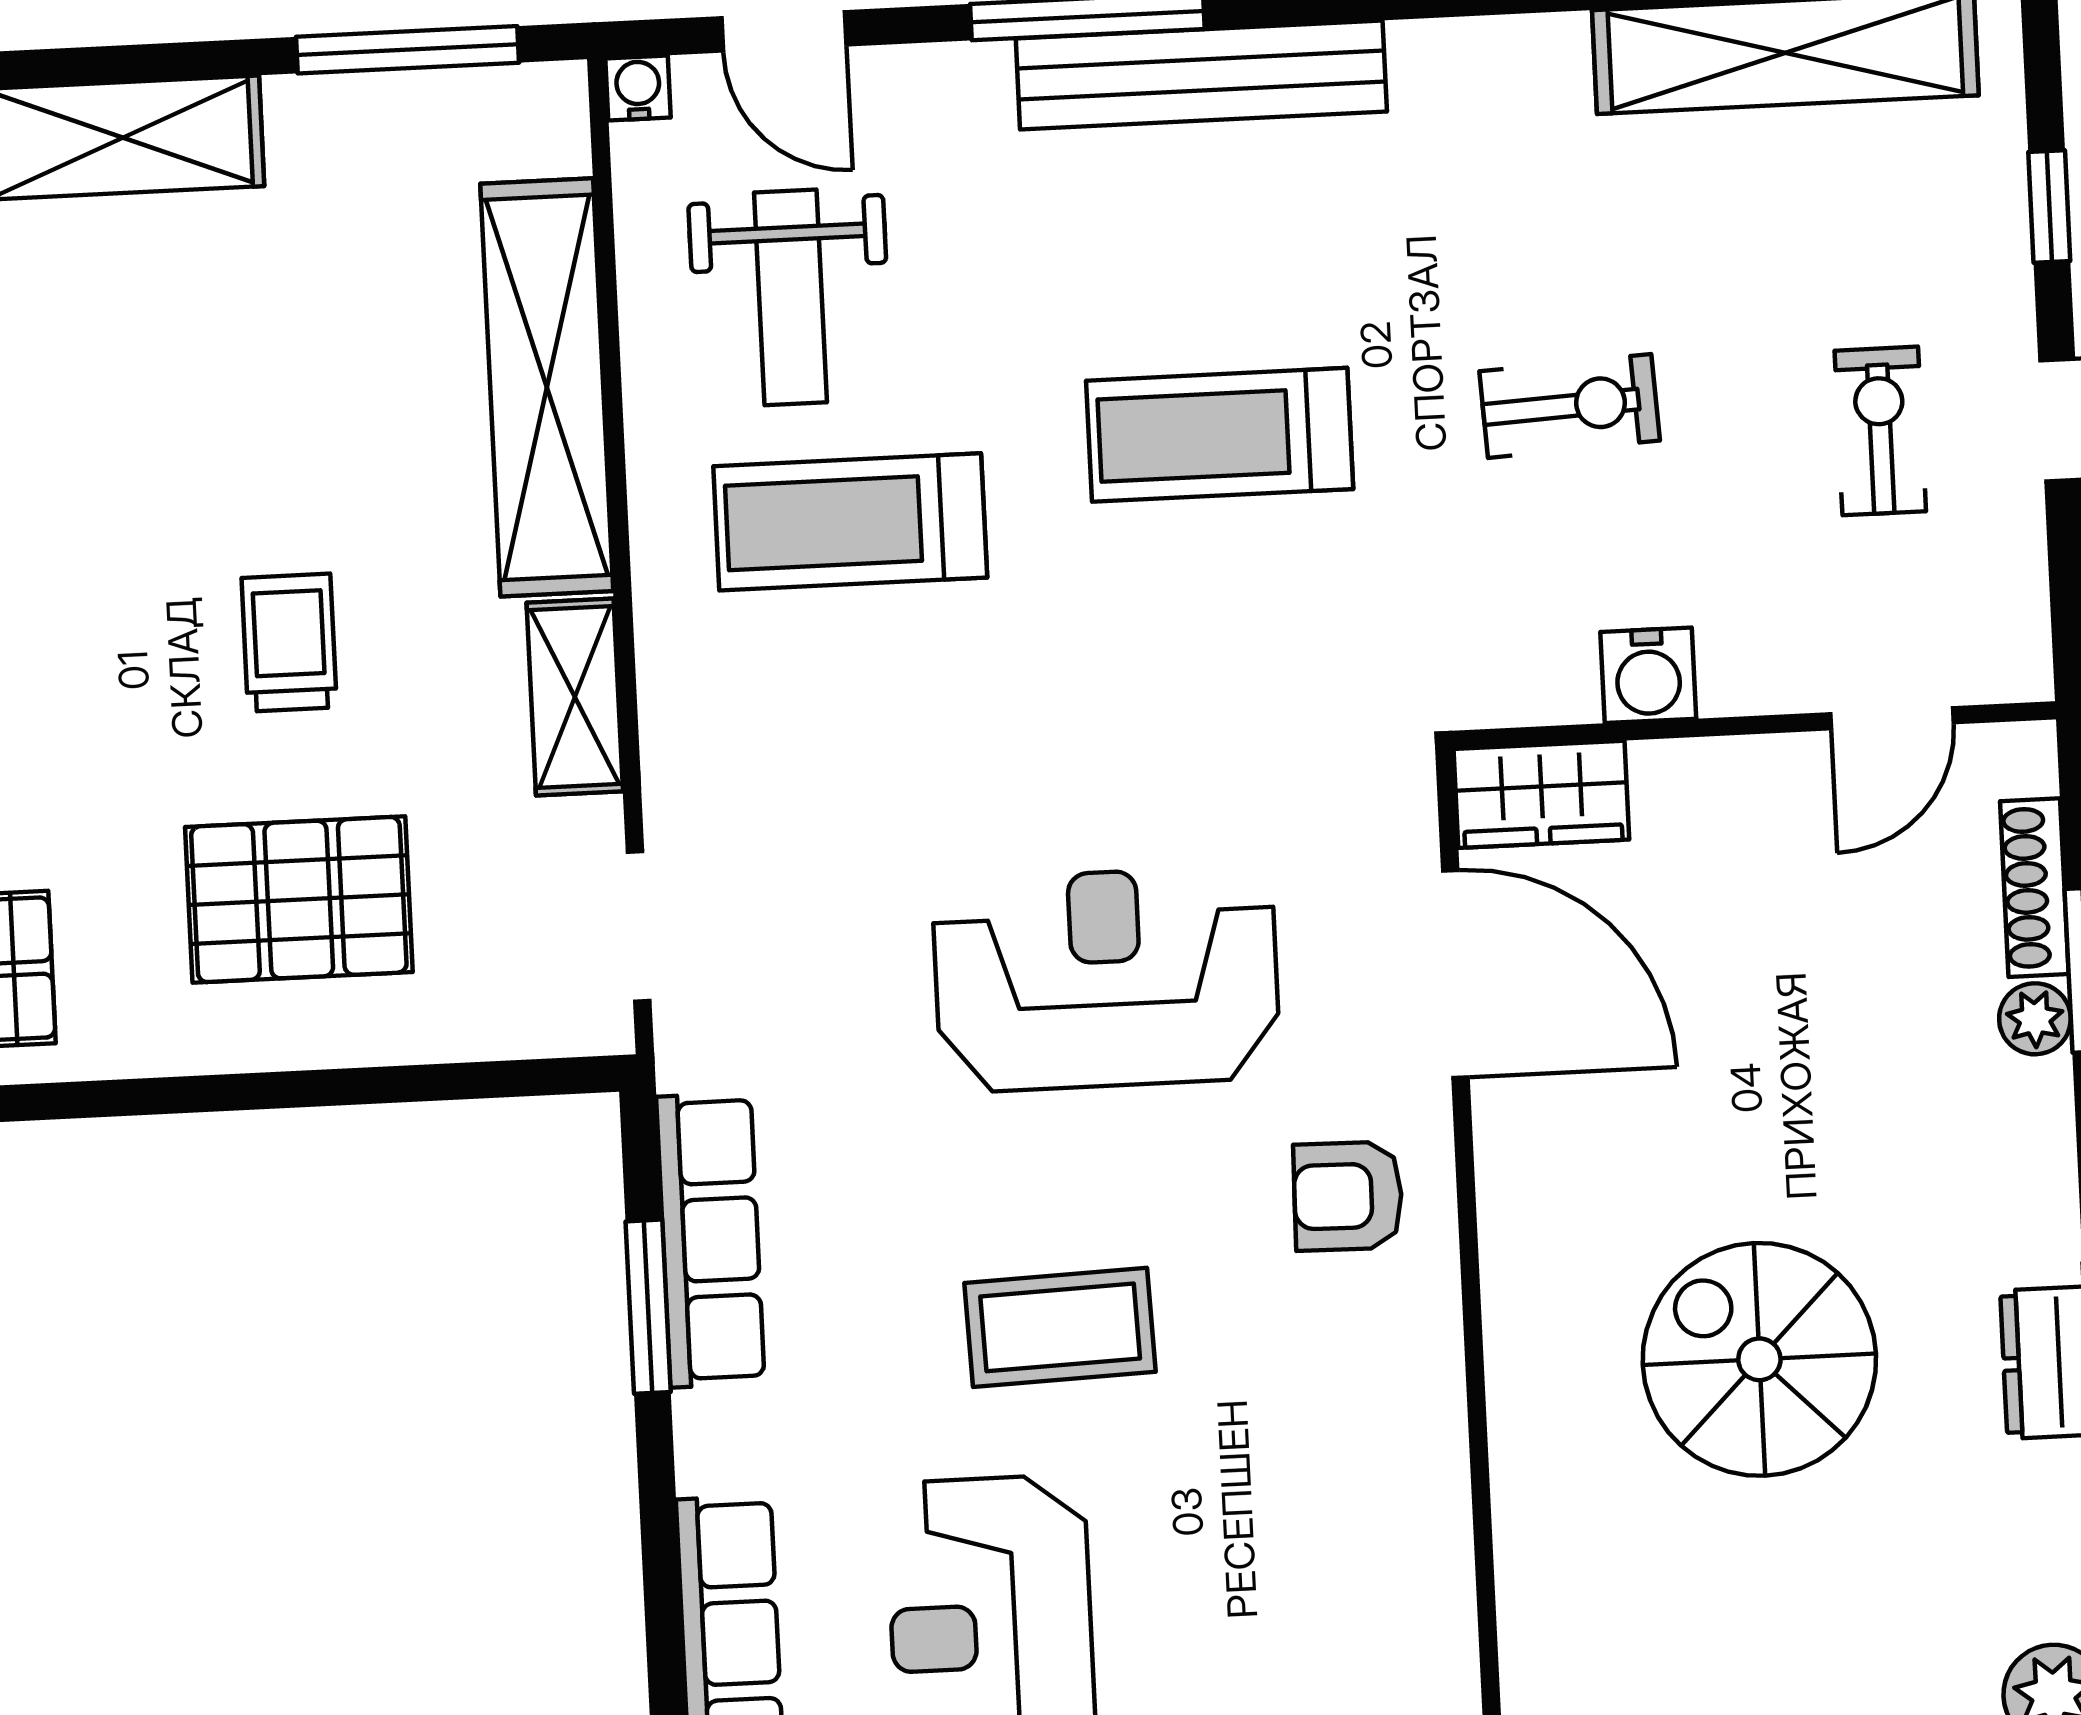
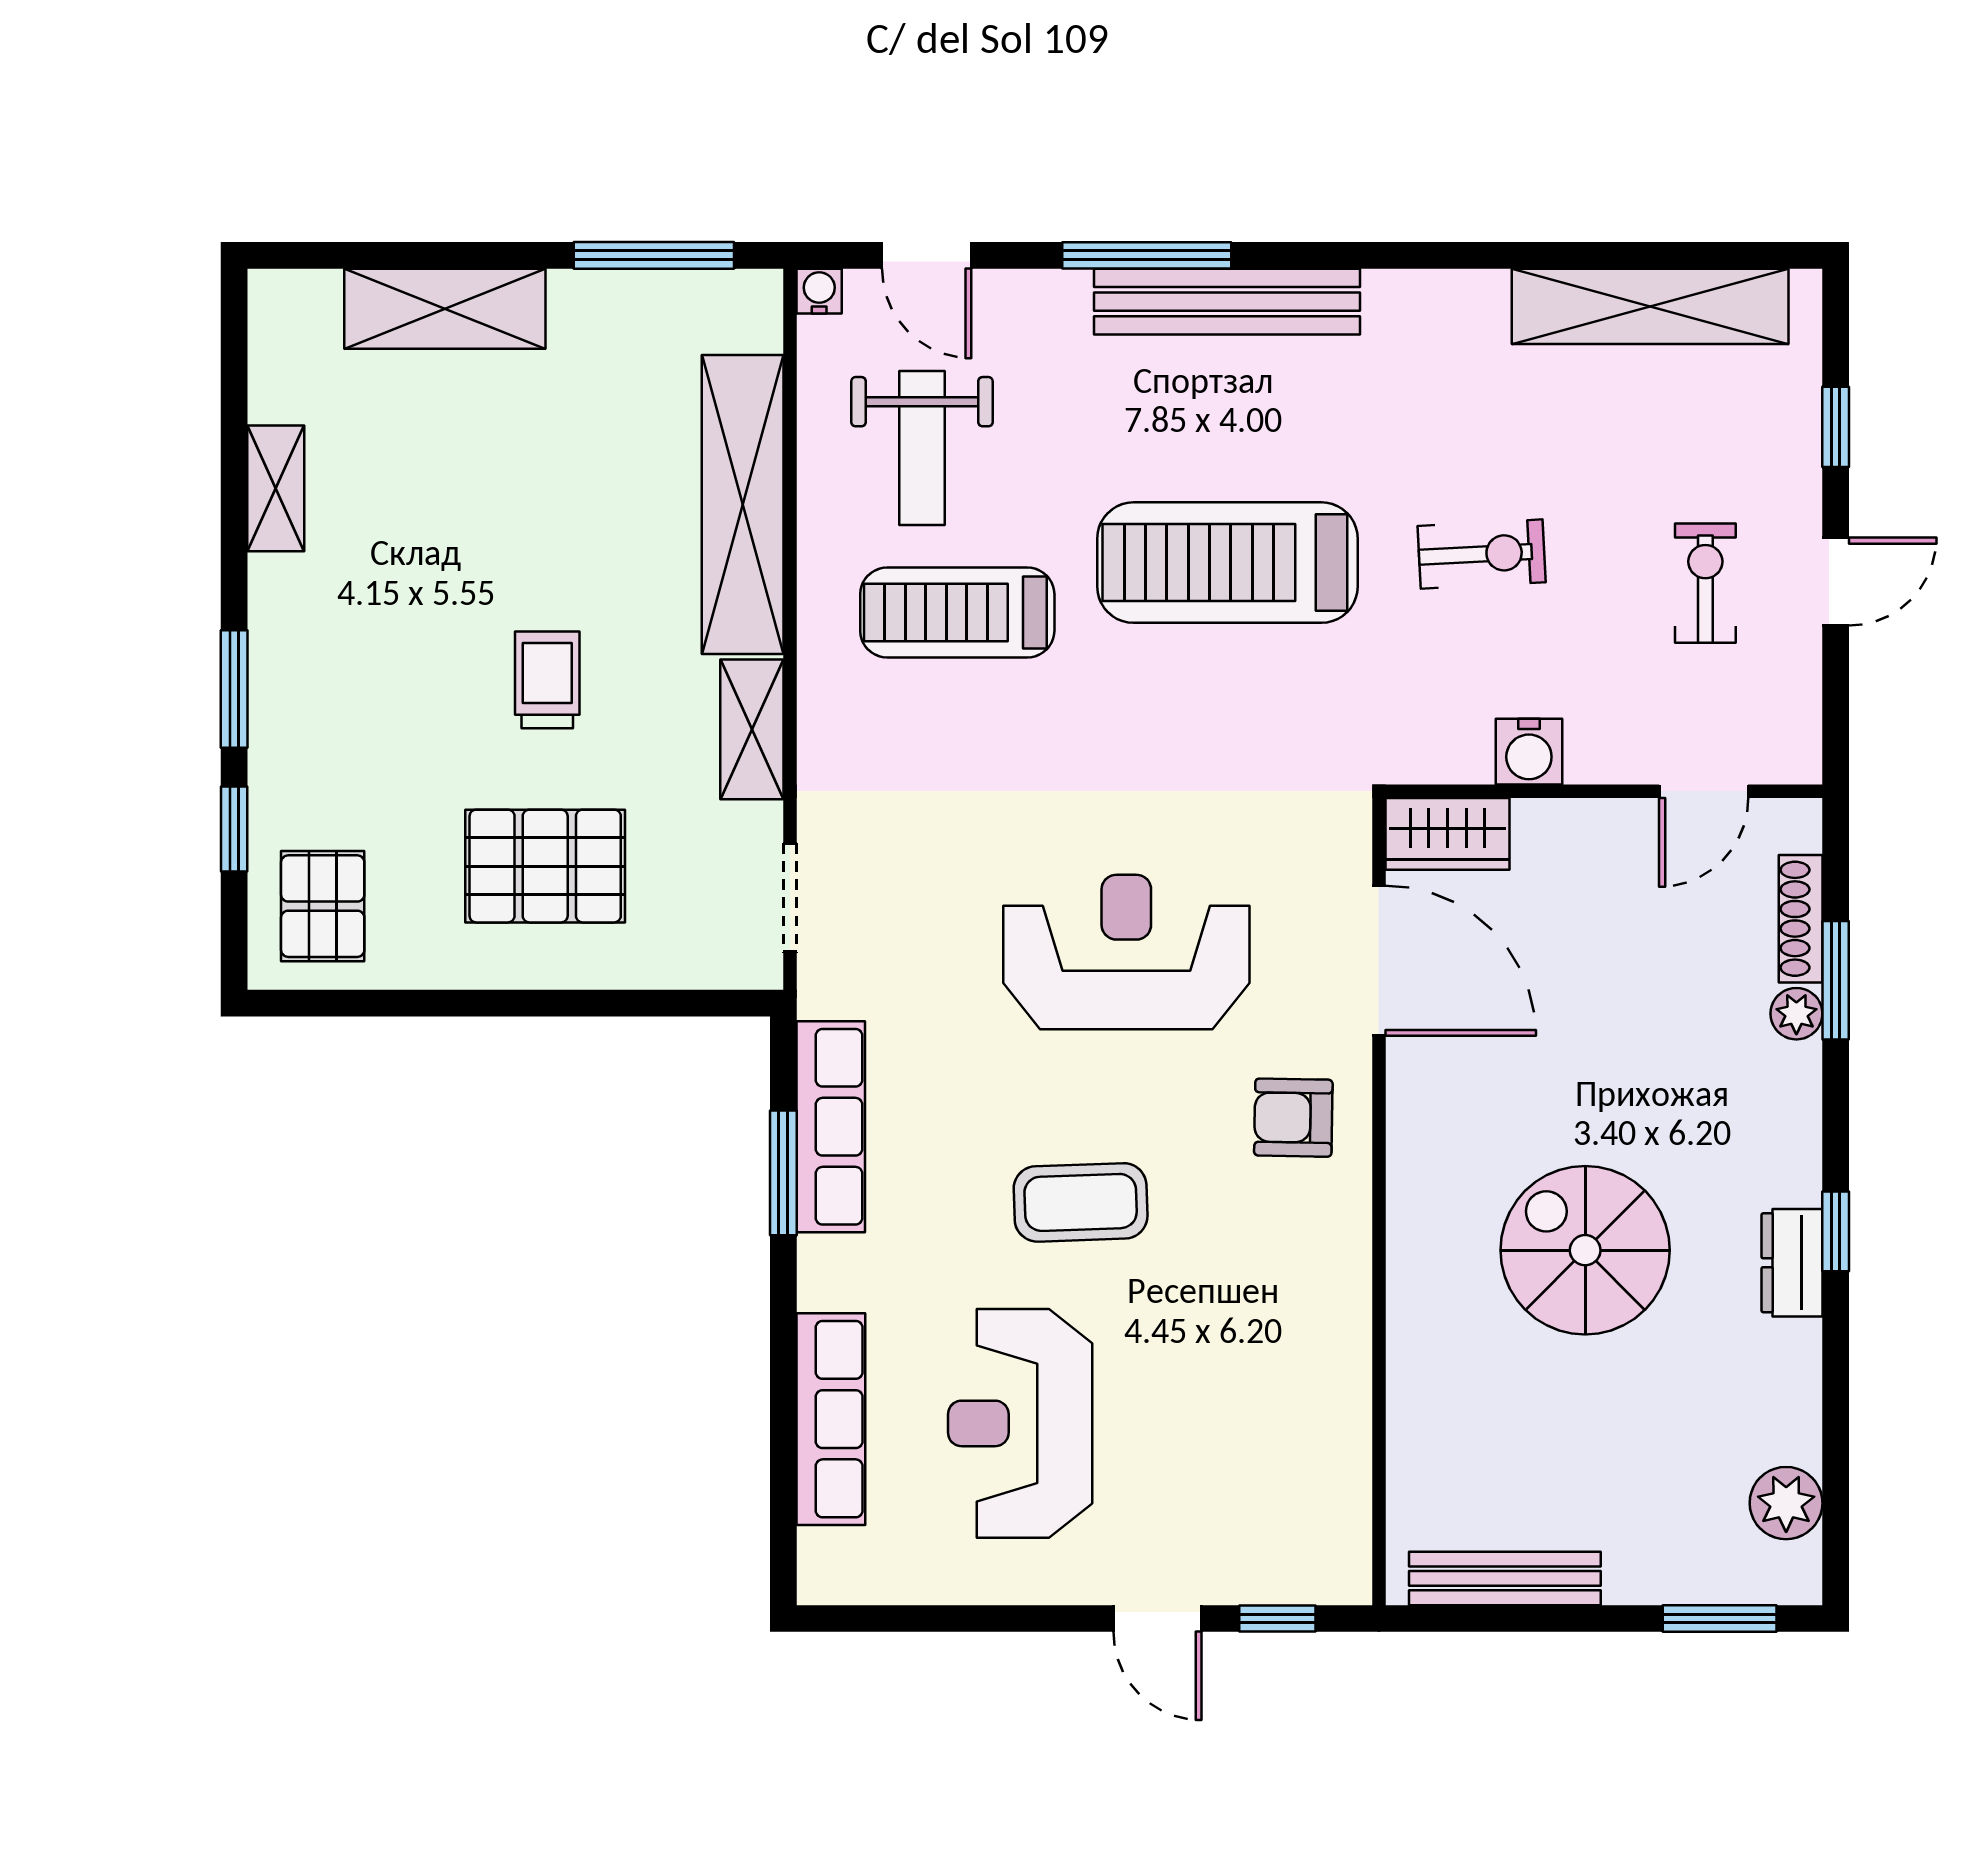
treadmill: (1220, 435) -> (1227, 563), width x1.37, depth x1.38

